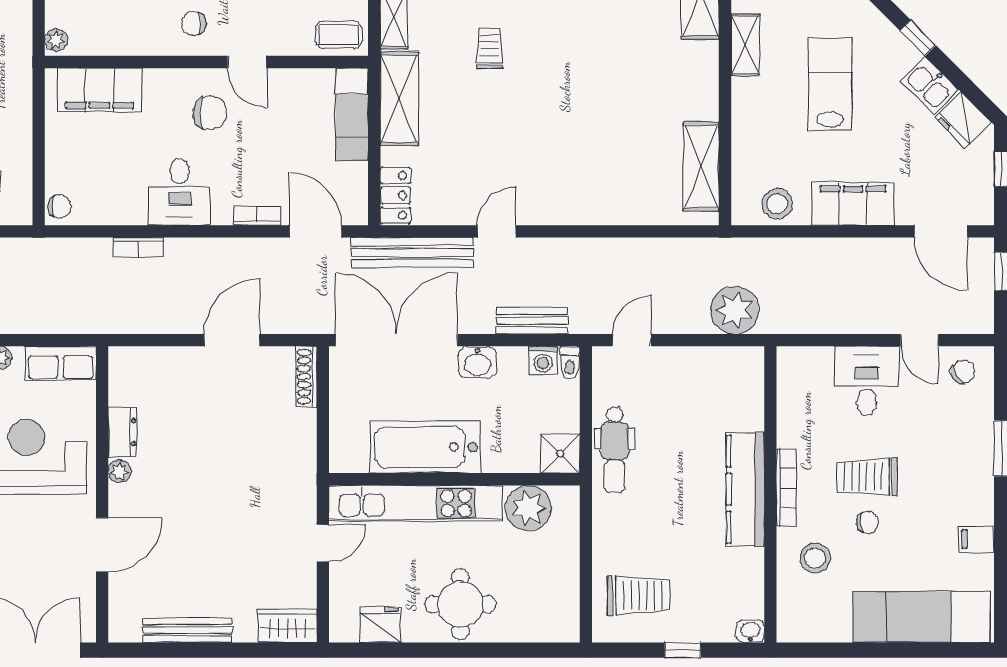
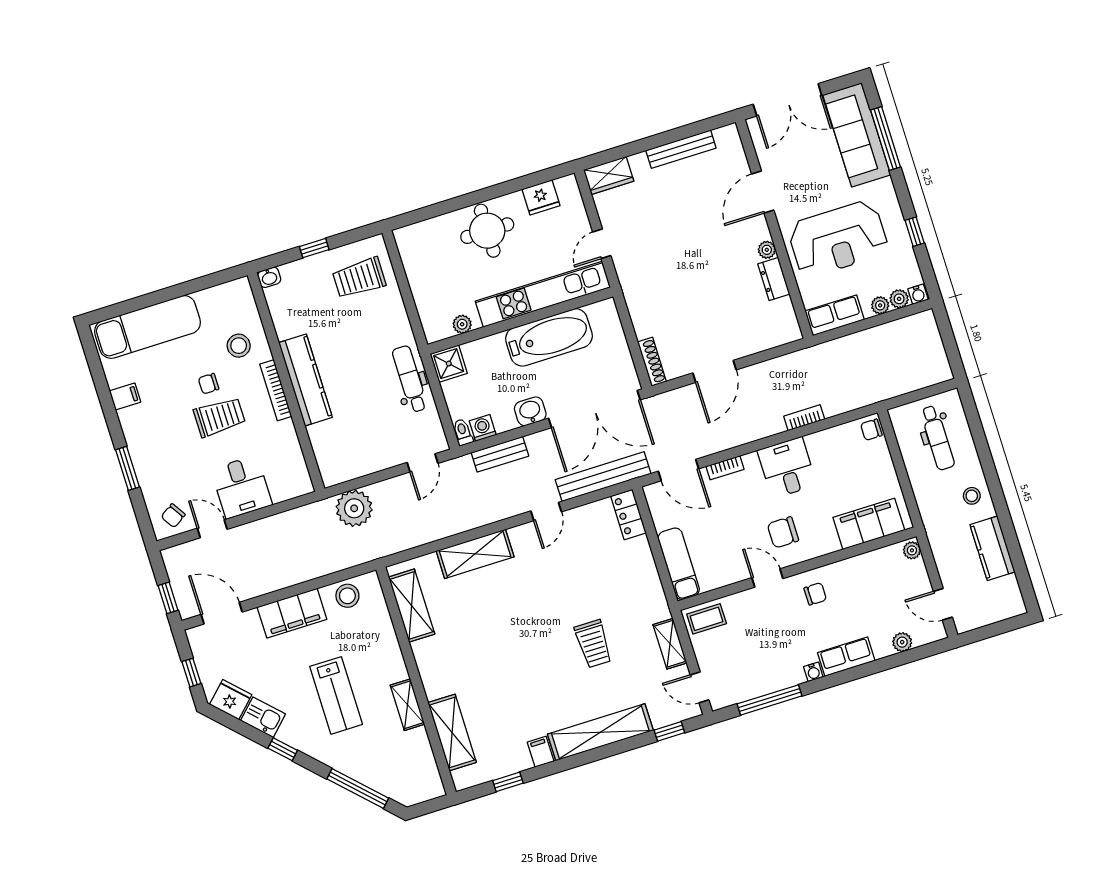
trolley: (490, 48) -> (593, 644), width x1.36, depth x1.39
shelving: (399, 98) -> (475, 554), moved, turned 90
plant: (528, 508) -> (462, 324), width x0.53, depth x0.53

